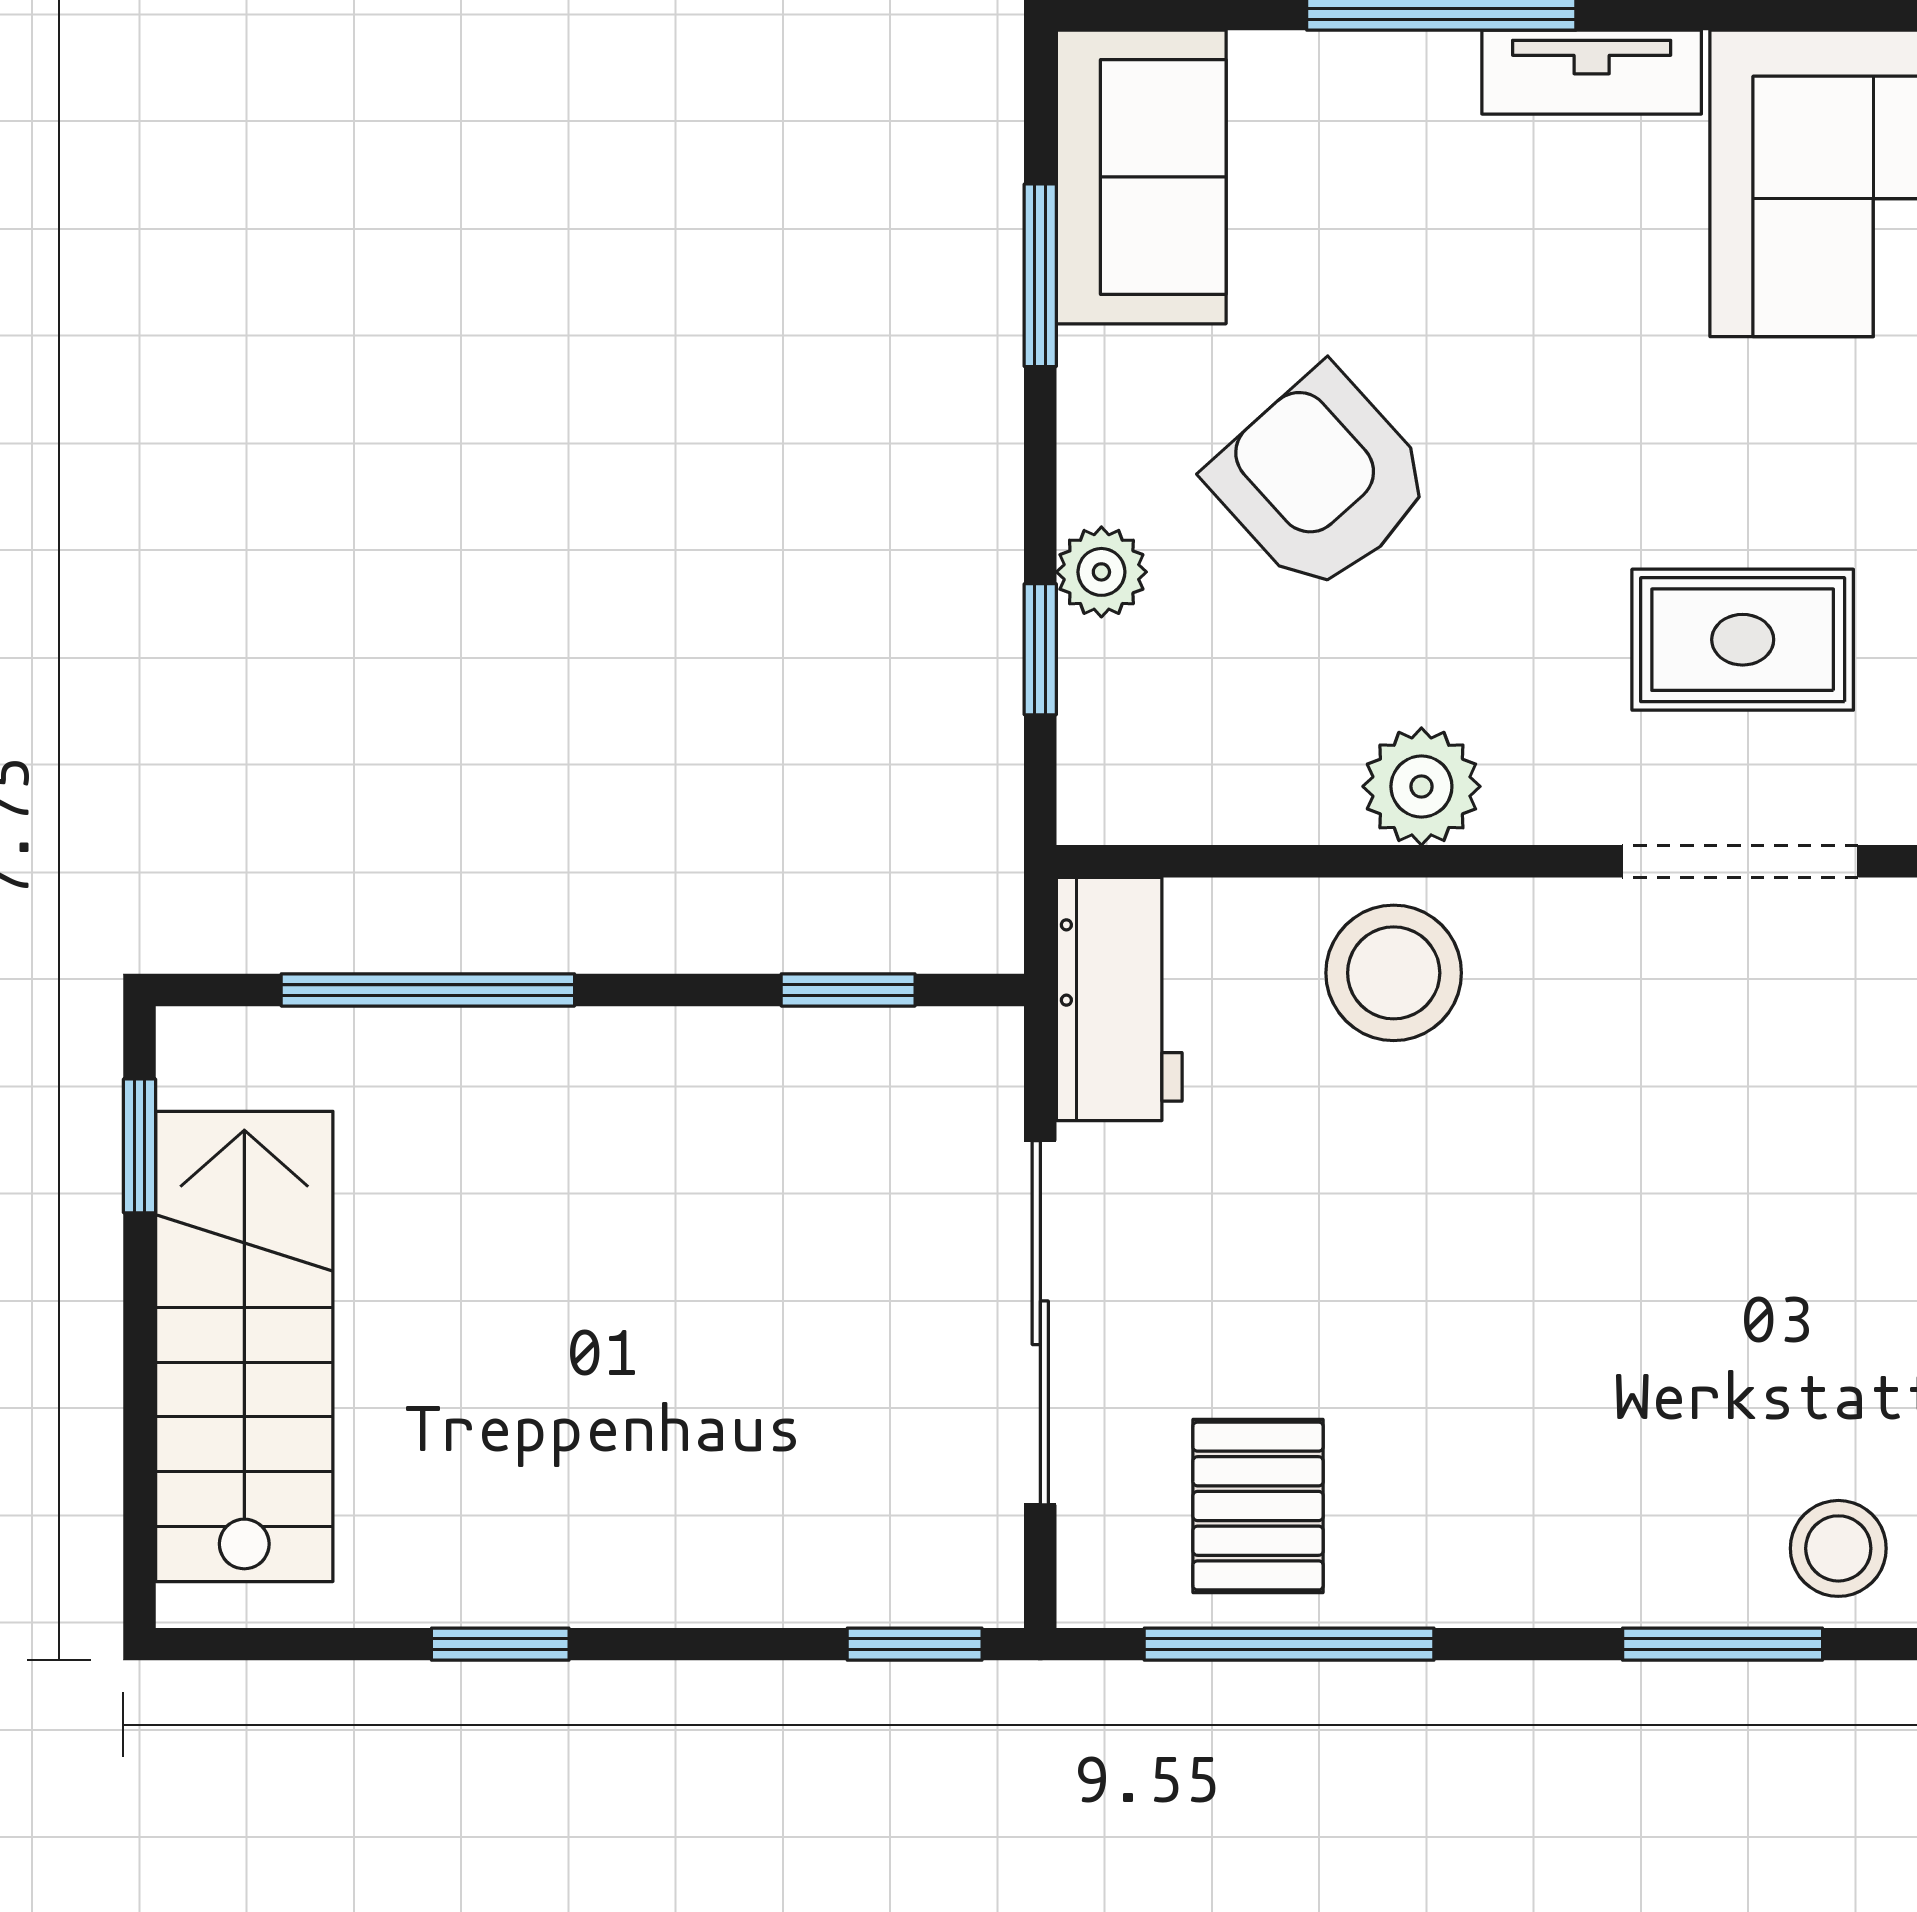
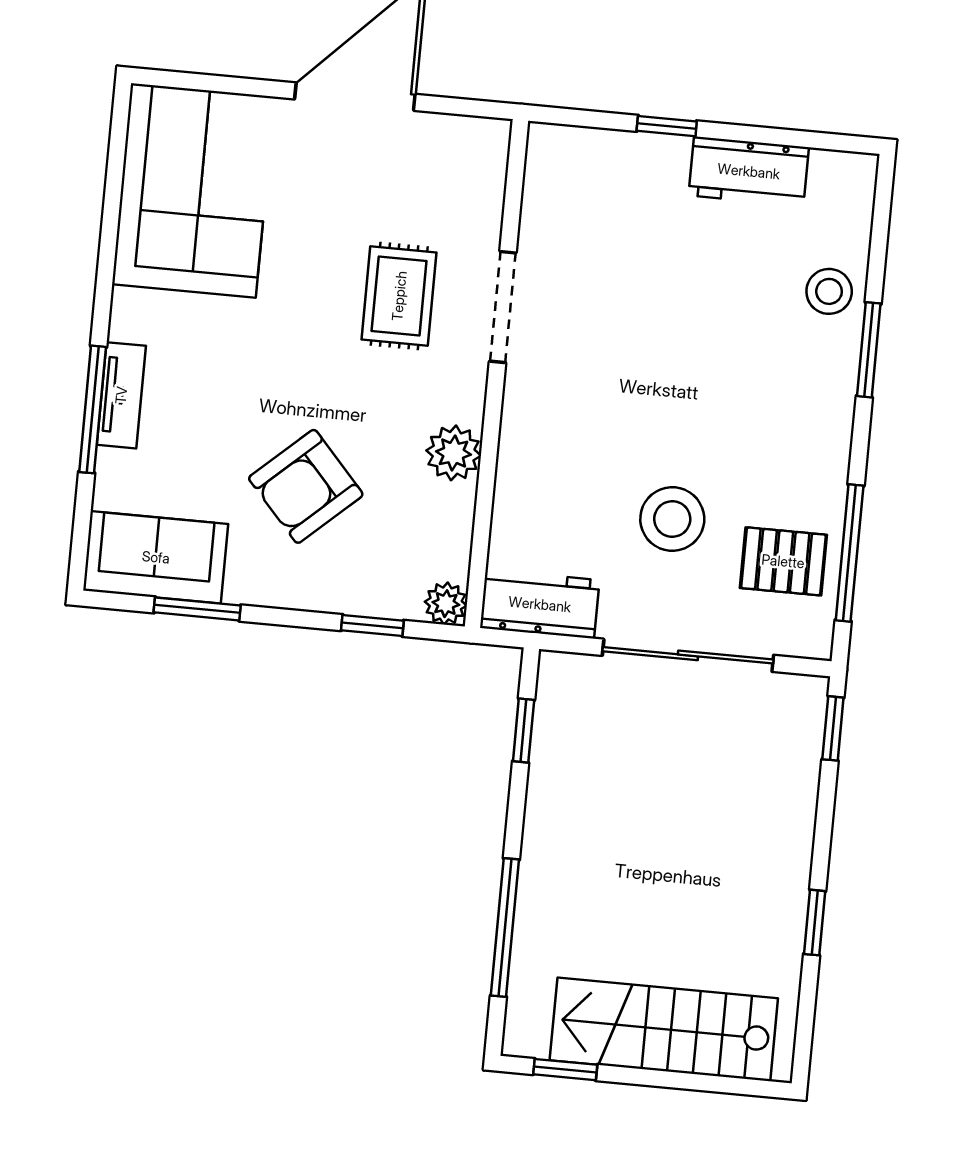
tv unit: (1592, 72) -> (121, 395), moved
plant: (1101, 572) -> (446, 604), moved
stool: (1394, 973) -> (672, 519), moved

